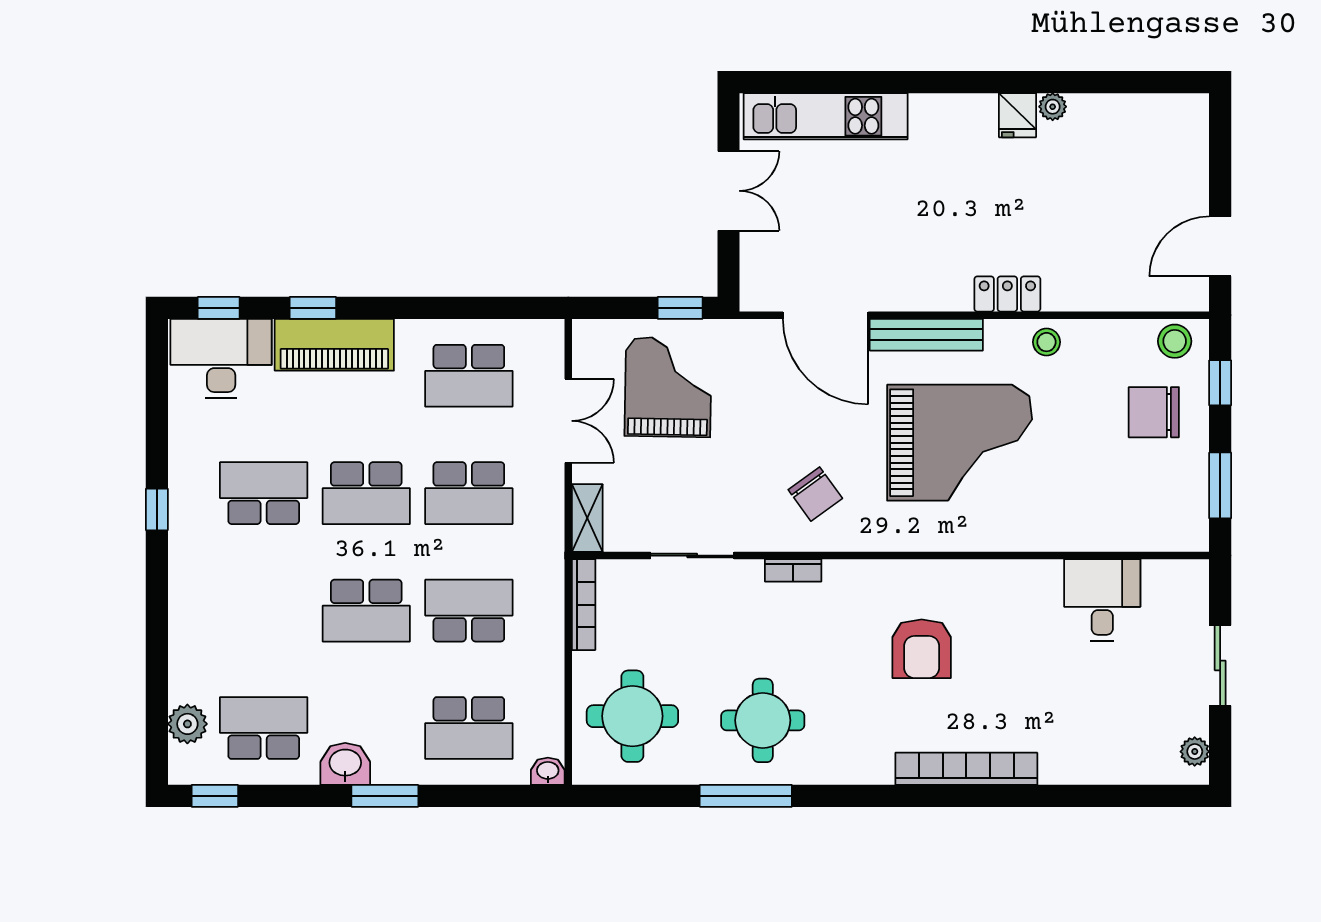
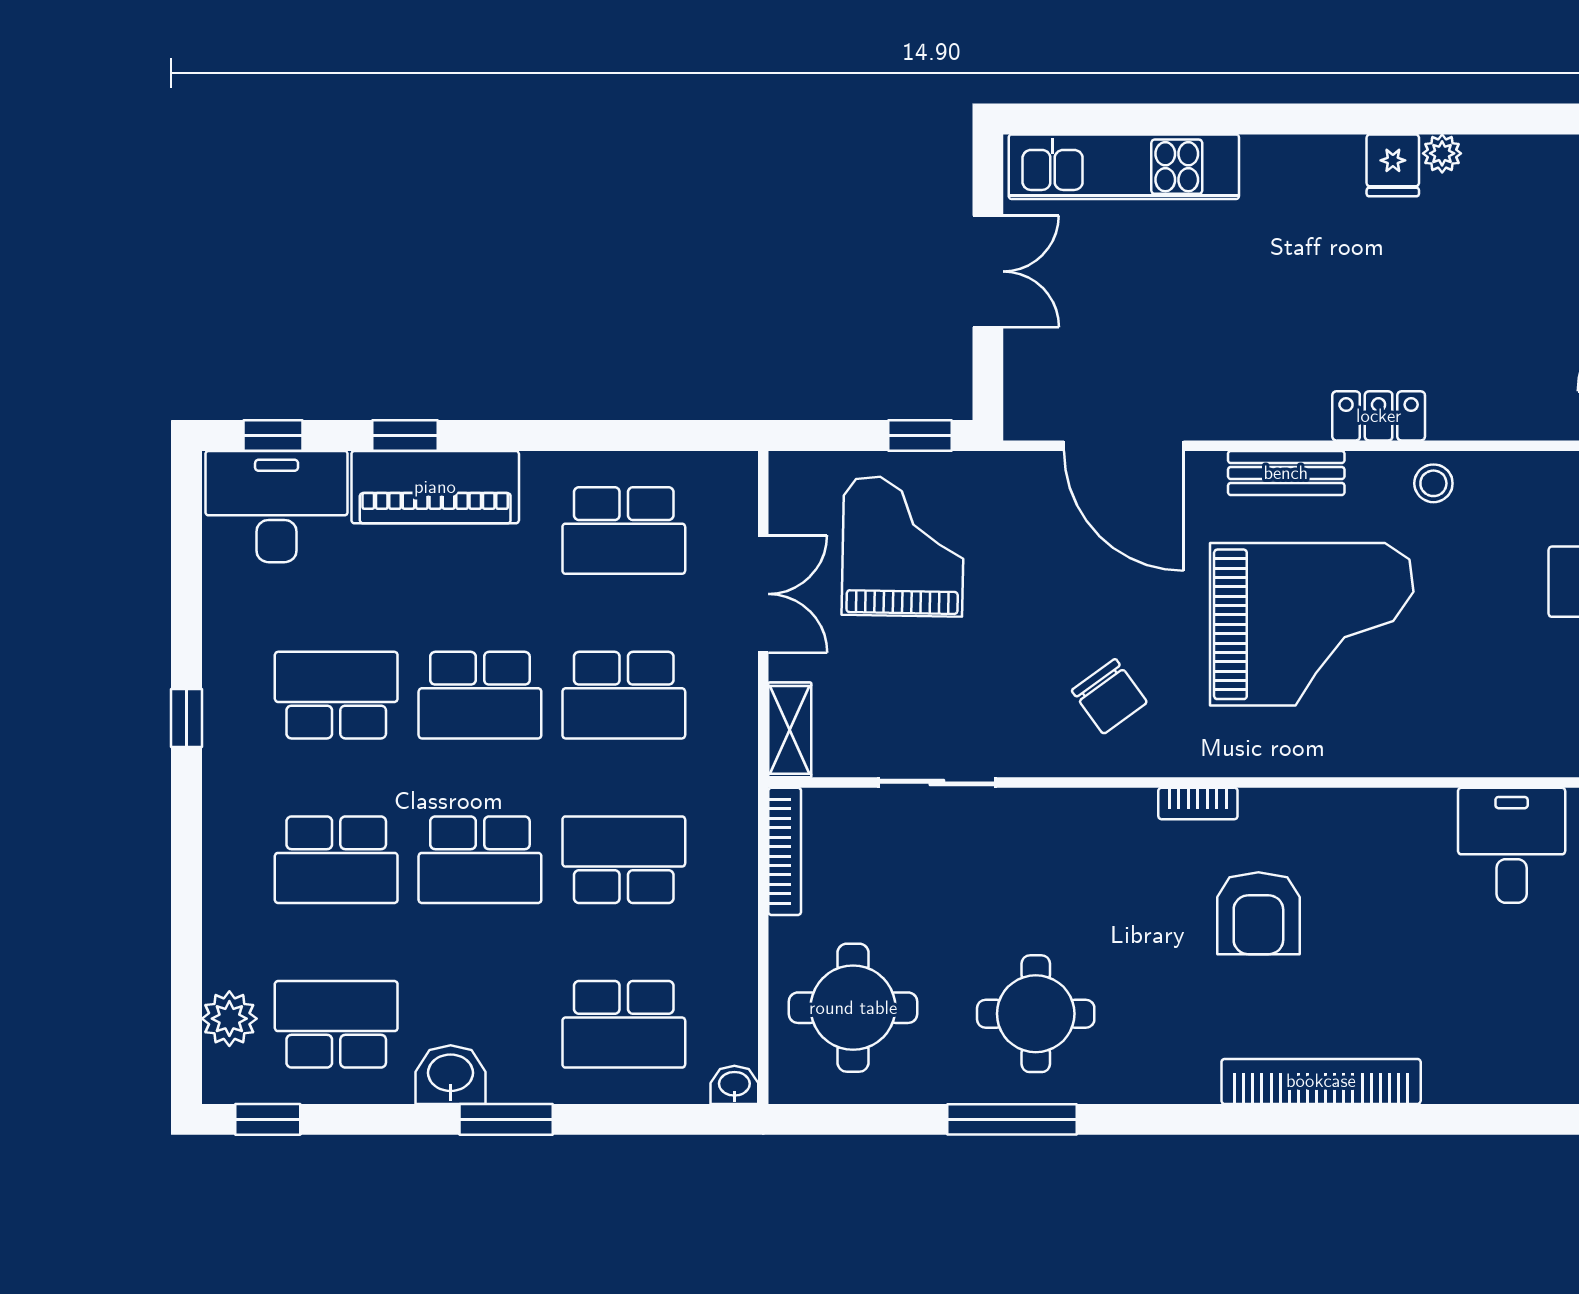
bench: (926, 335) -> (1286, 473), width x0.73
bookcase: (793, 570) -> (1198, 803), moved
school desk: (264, 611) -> (336, 860), added

